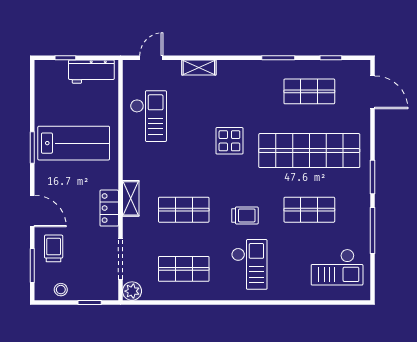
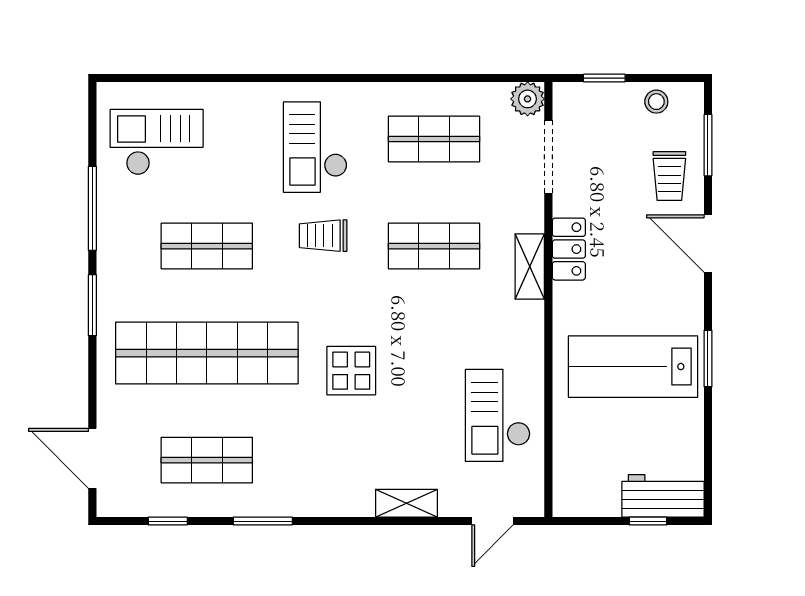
workbench: (91, 72) -> (663, 496), moved

